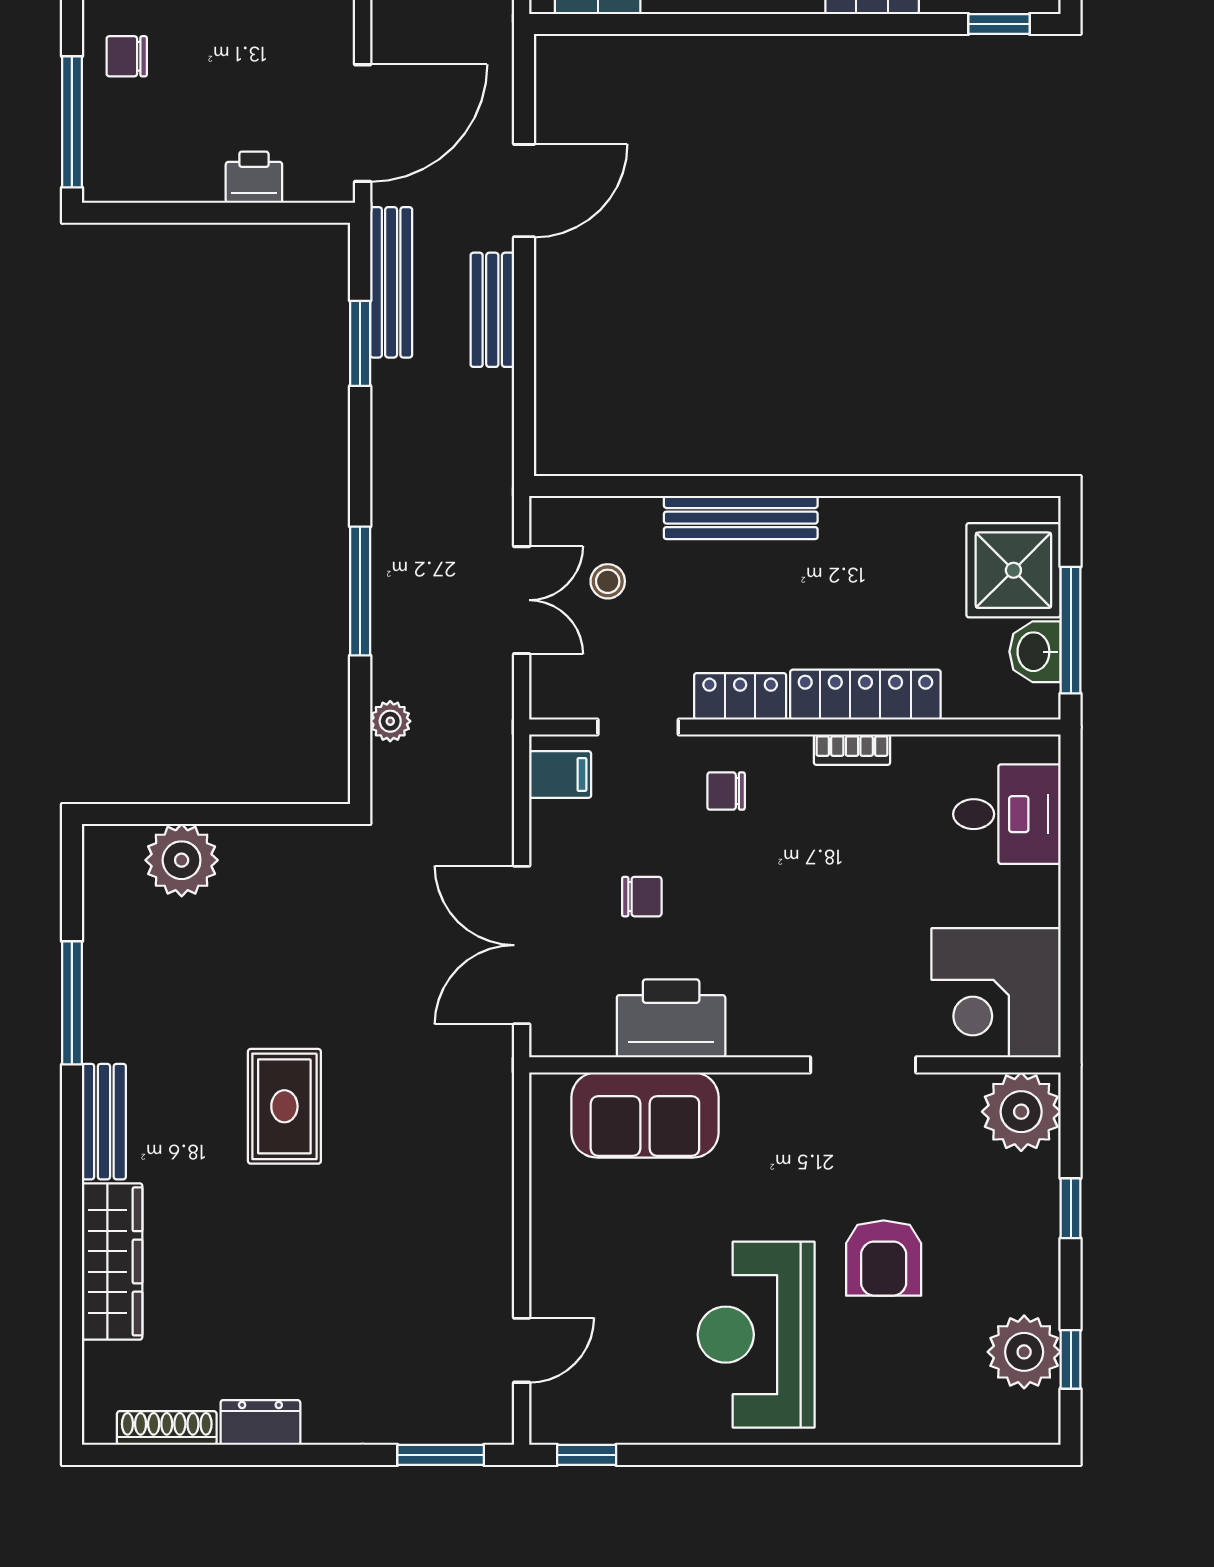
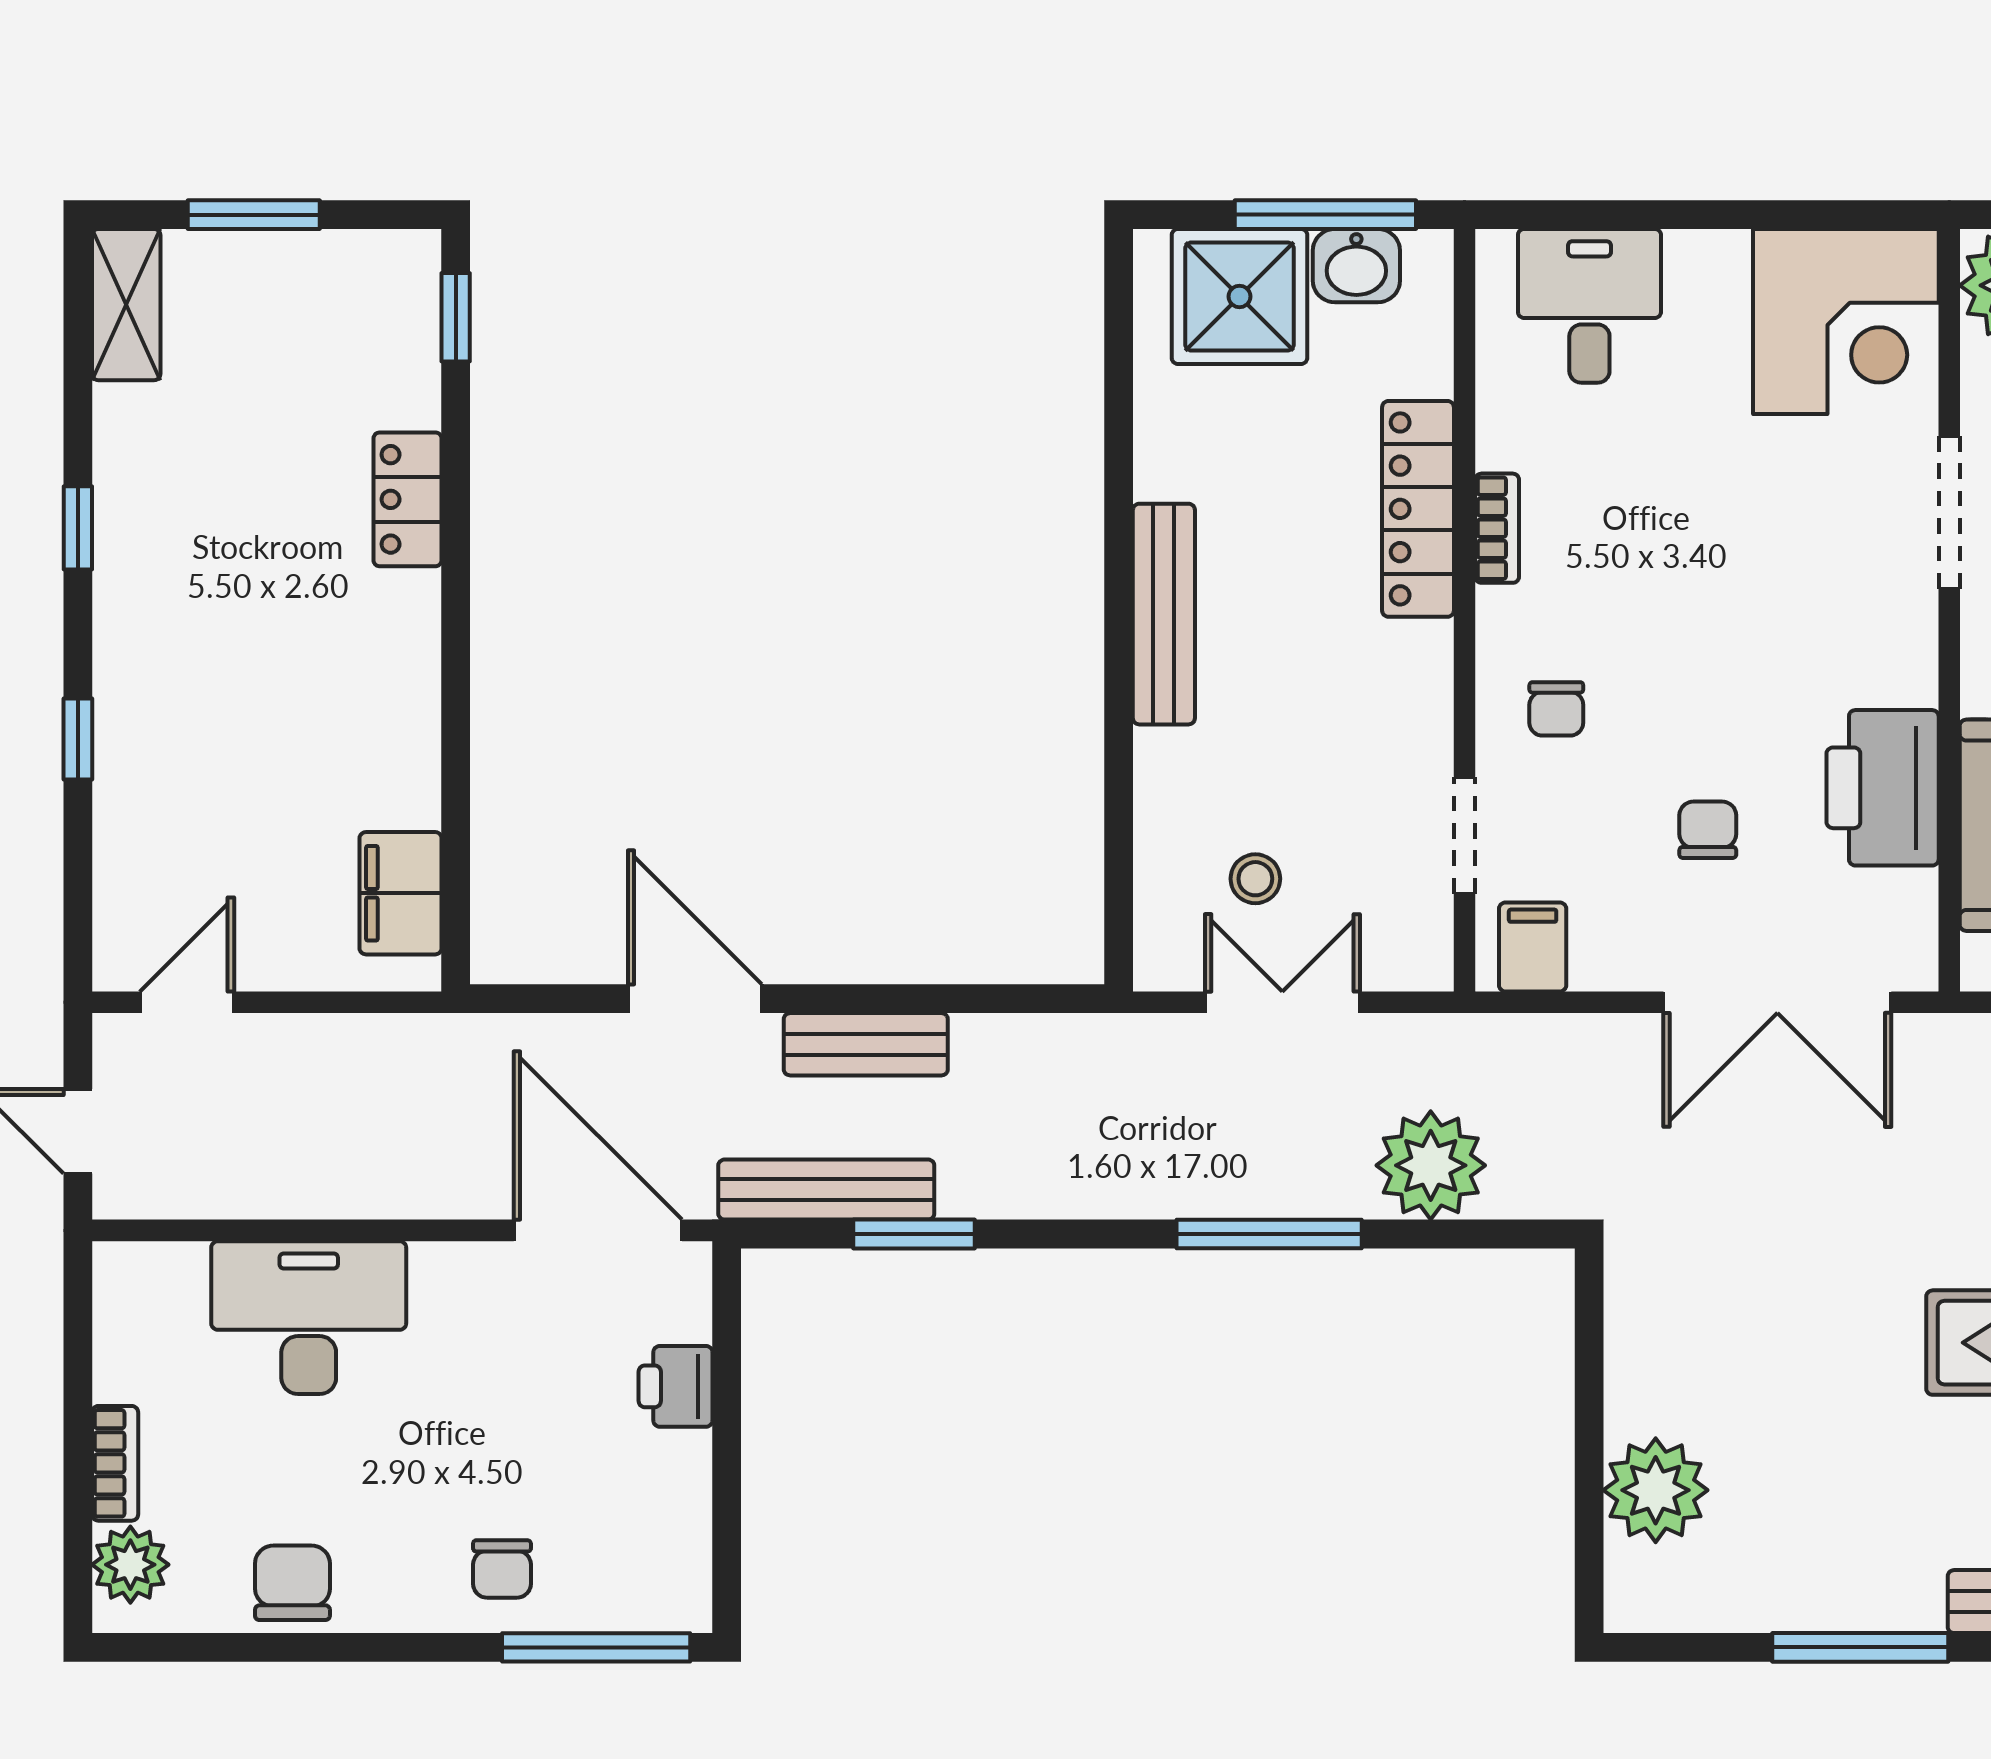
bench: (741, 518) -> (1164, 614), moved
locker: (740, 696) -> (1420, 689), removed
plant: (390, 721) -> (1431, 1165), width x1.88, depth x1.88

